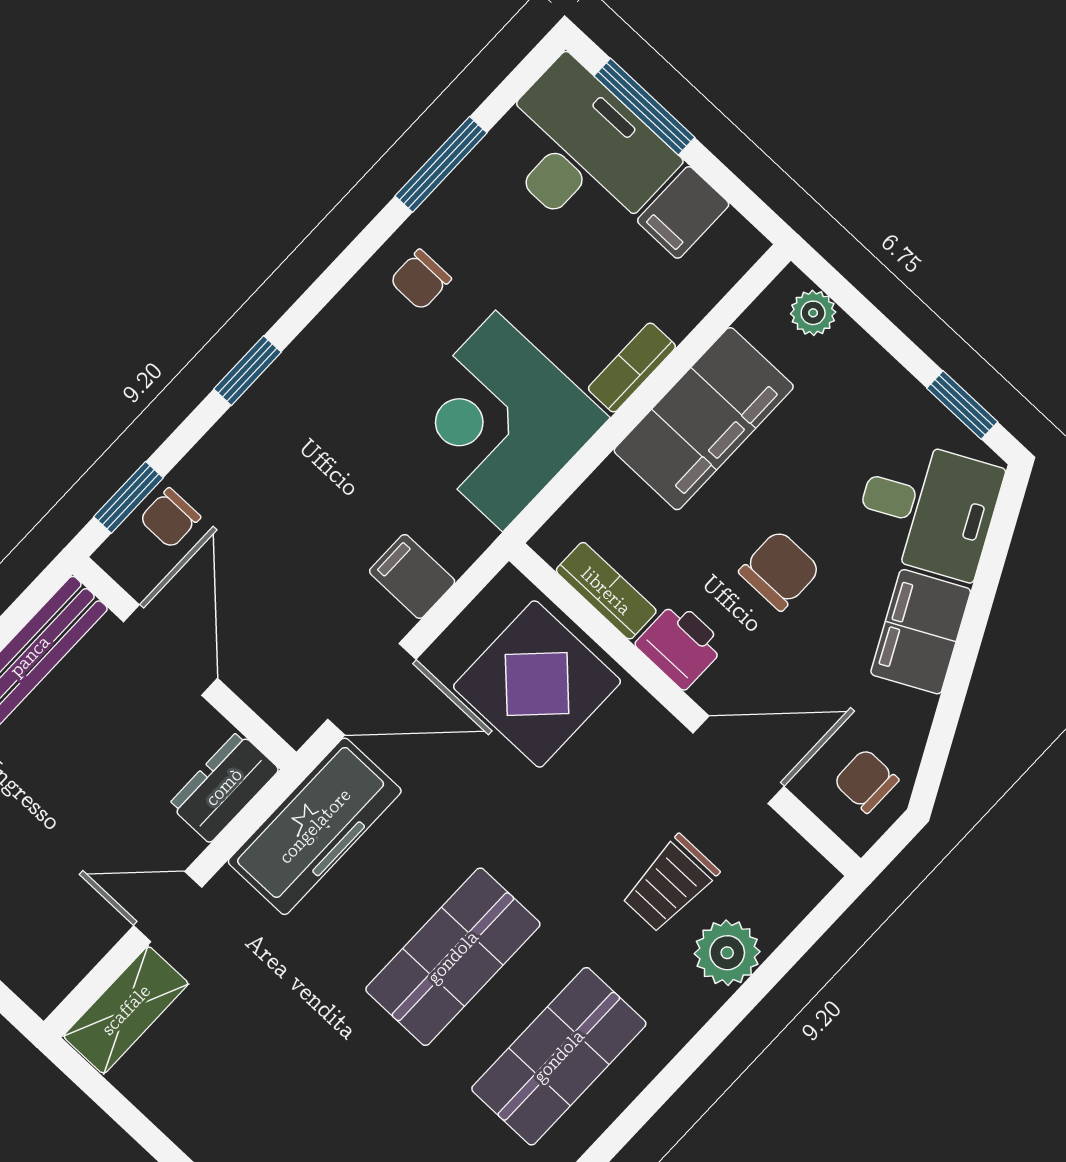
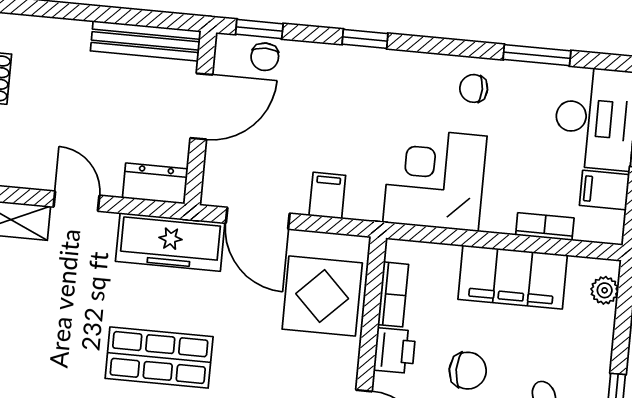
bookcase: (632, 368) -> (545, 227), moved
chair: (170, 518) -> (265, 57), turned -90

